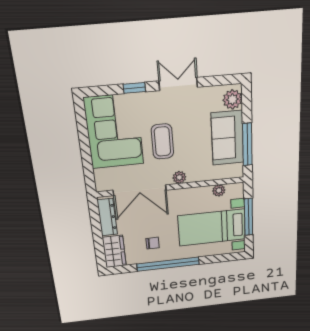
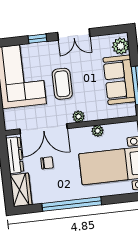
double door: (178, 84) -> (74, 34), swing flipped
plant: (219, 190) -> (98, 131), moved
chair: (153, 243) -> (47, 163), moved

